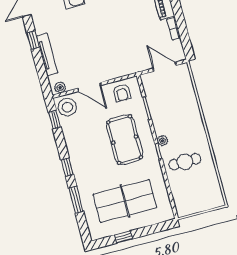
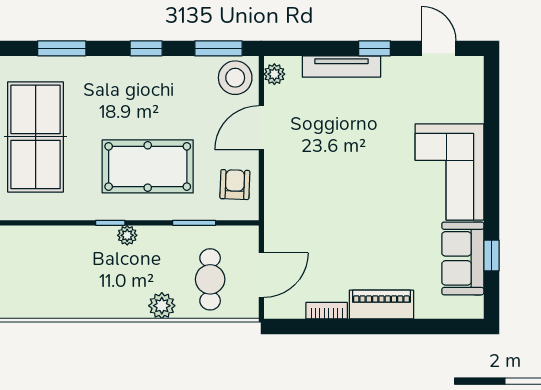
armchair: (122, 93) -> (235, 185), turned 92
plant: (194, 113) -> (162, 306), added
window: (55, 120) -> (218, 48), width x1.50
cafe table: (185, 162) -> (210, 279), moved
window: (67, 167) -> (146, 48), moved

